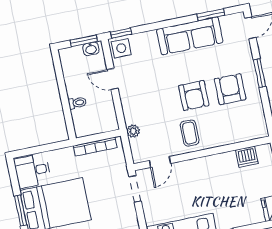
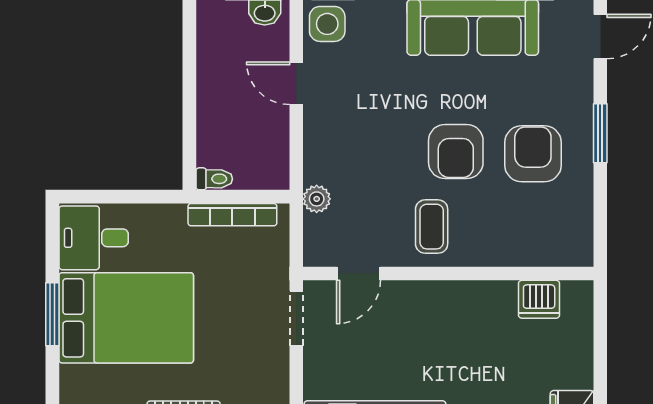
toilet: (77, 103) -> (214, 179), moved

